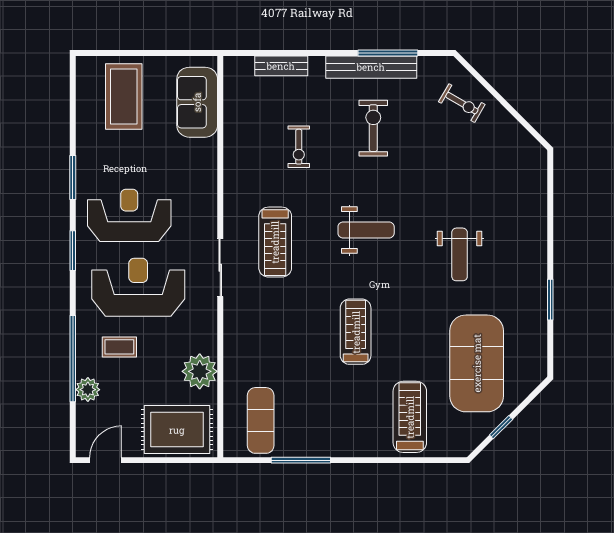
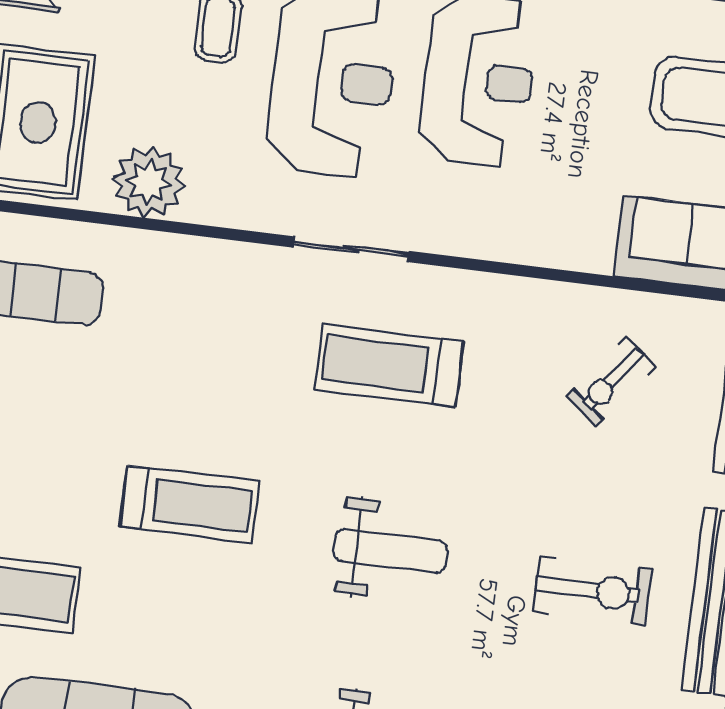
exercise bike: (299, 147) -> (611, 381), moved, turned -52
weight bench: (366, 230) -> (390, 551), turned -90

